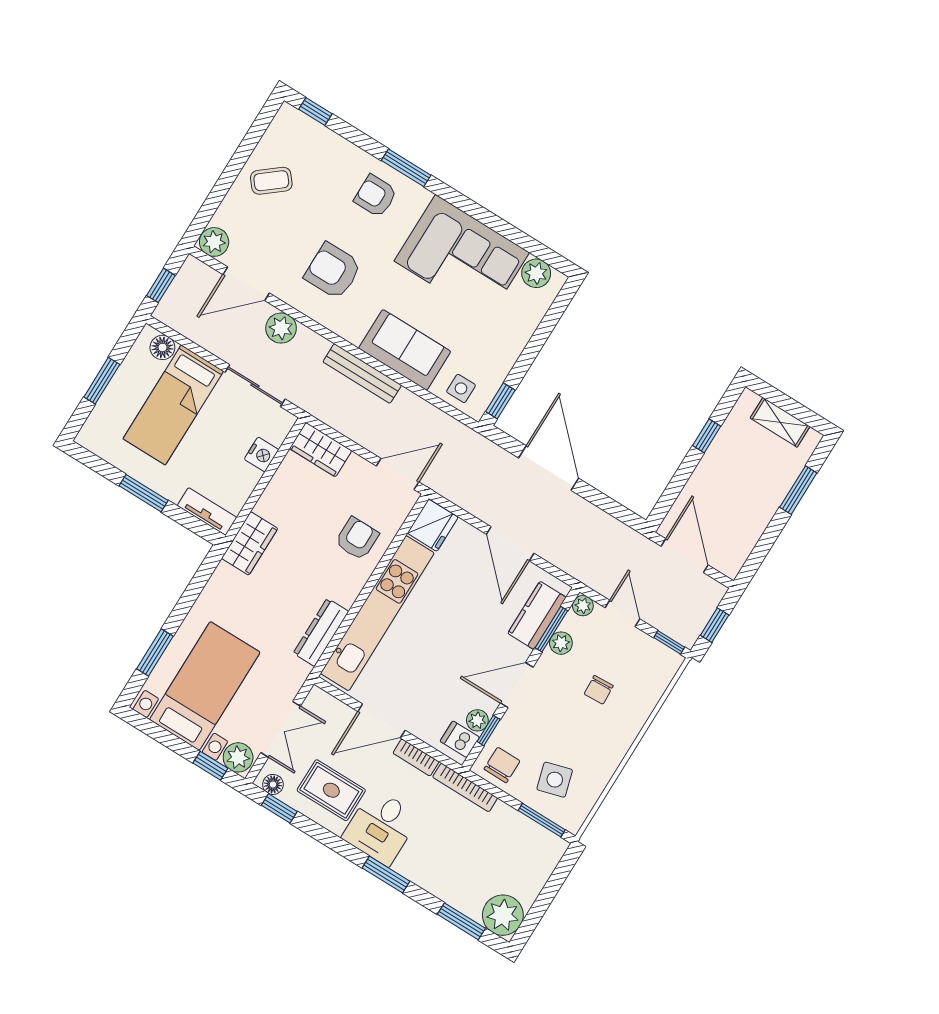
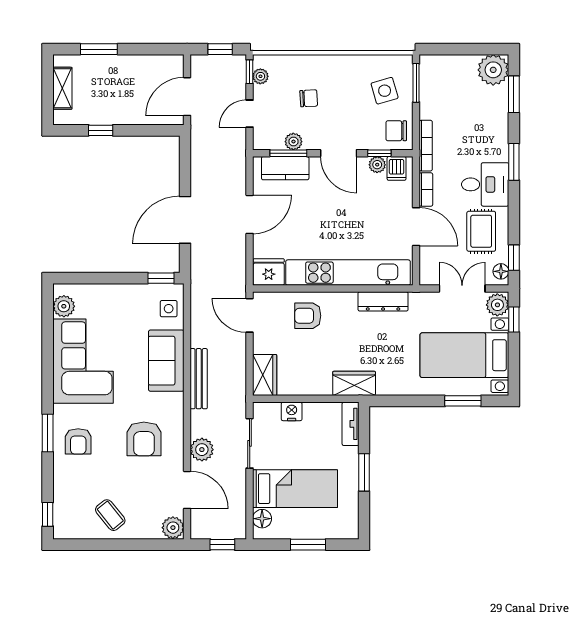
plant: (583, 606) -> (260, 76), moved

